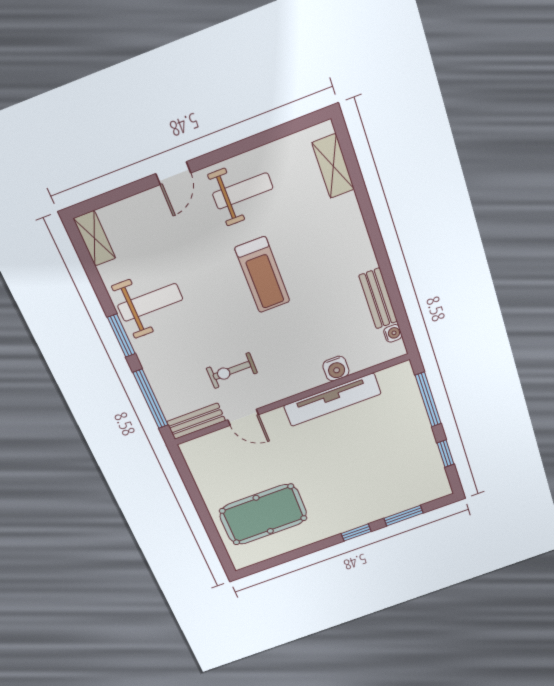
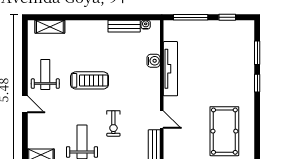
exercise bike: (232, 371) -> (113, 123), moved
door: (243, 417) -> (162, 120), hinge flipped

